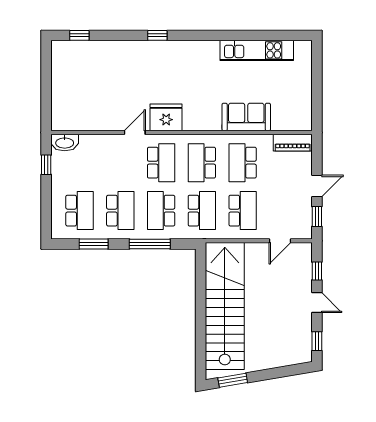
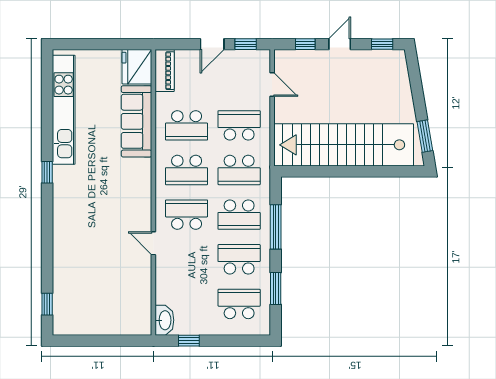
window: (157, 35) -> (47, 172), moved
kitchen unit: (257, 50) -> (64, 110), width x1.36
fridge: (166, 117) -> (137, 67), moved
sofa: (246, 117) -> (137, 121), width x1.36
door: (317, 186) -> (212, 44), swing flipped
school desk: (202, 211) -> (239, 170), turned 180

